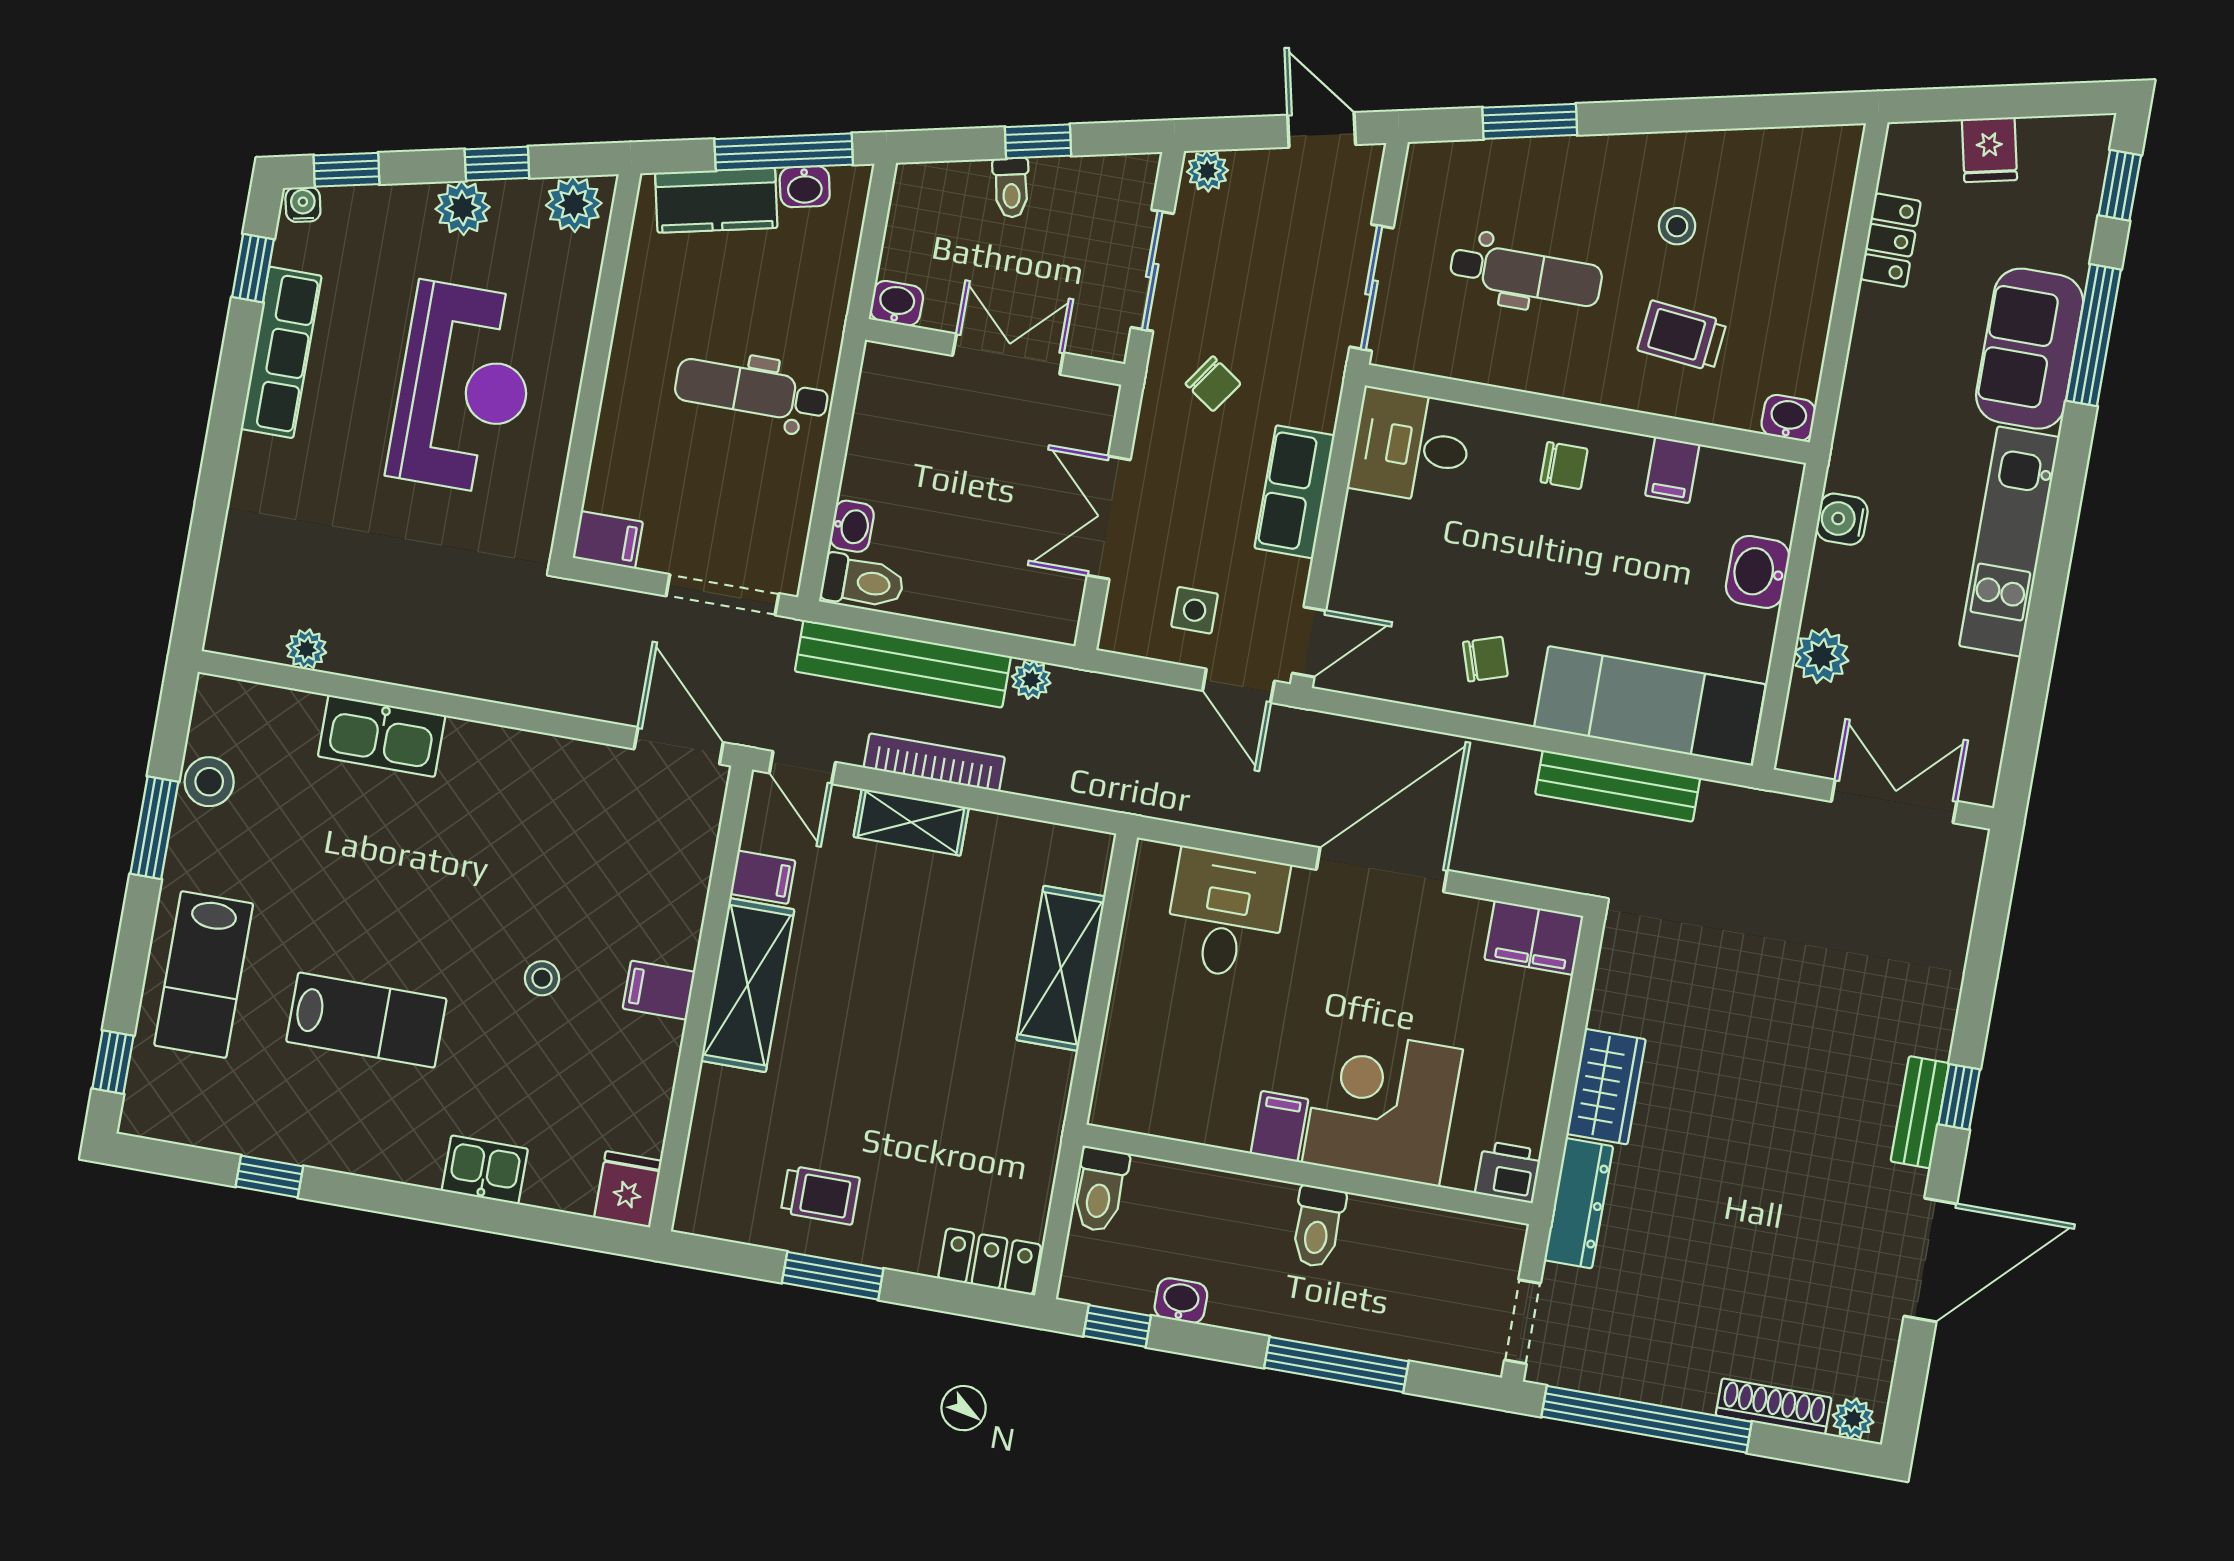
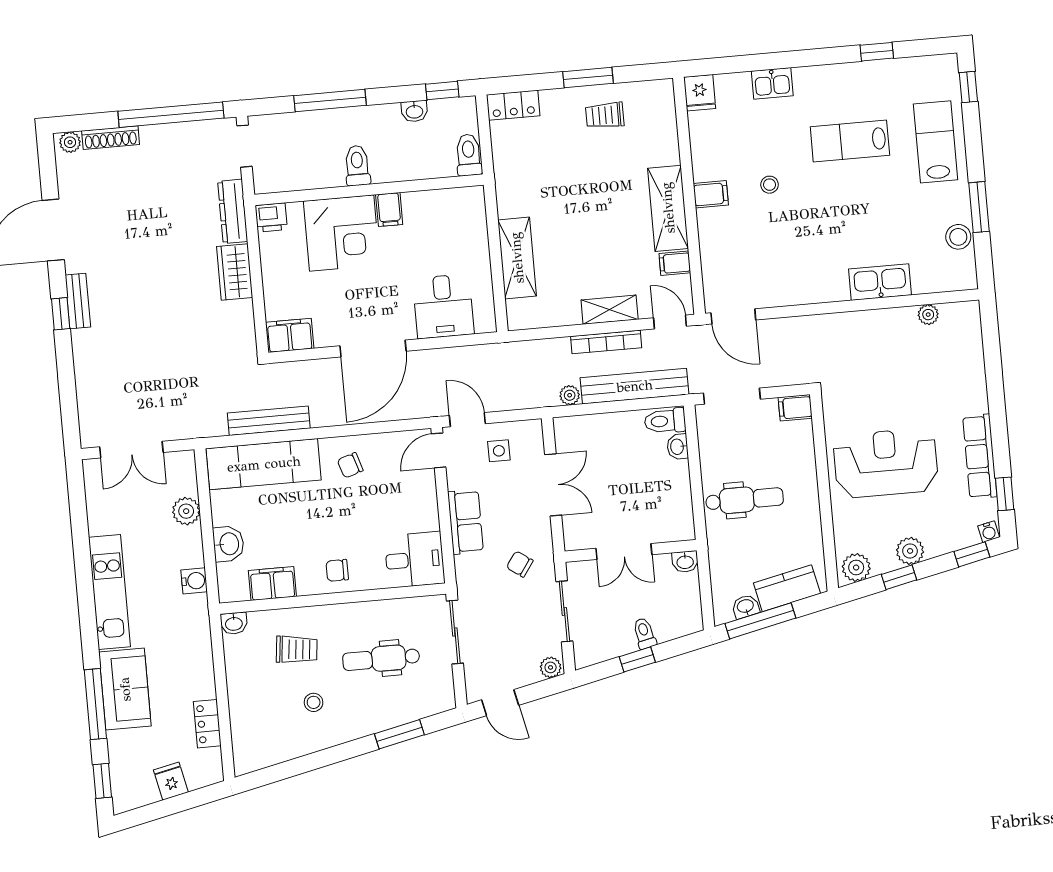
reception desk: (464, 388) -> (886, 463), turned 90
filing cabinet: (1672, 470) -> (272, 584), width x2.00

